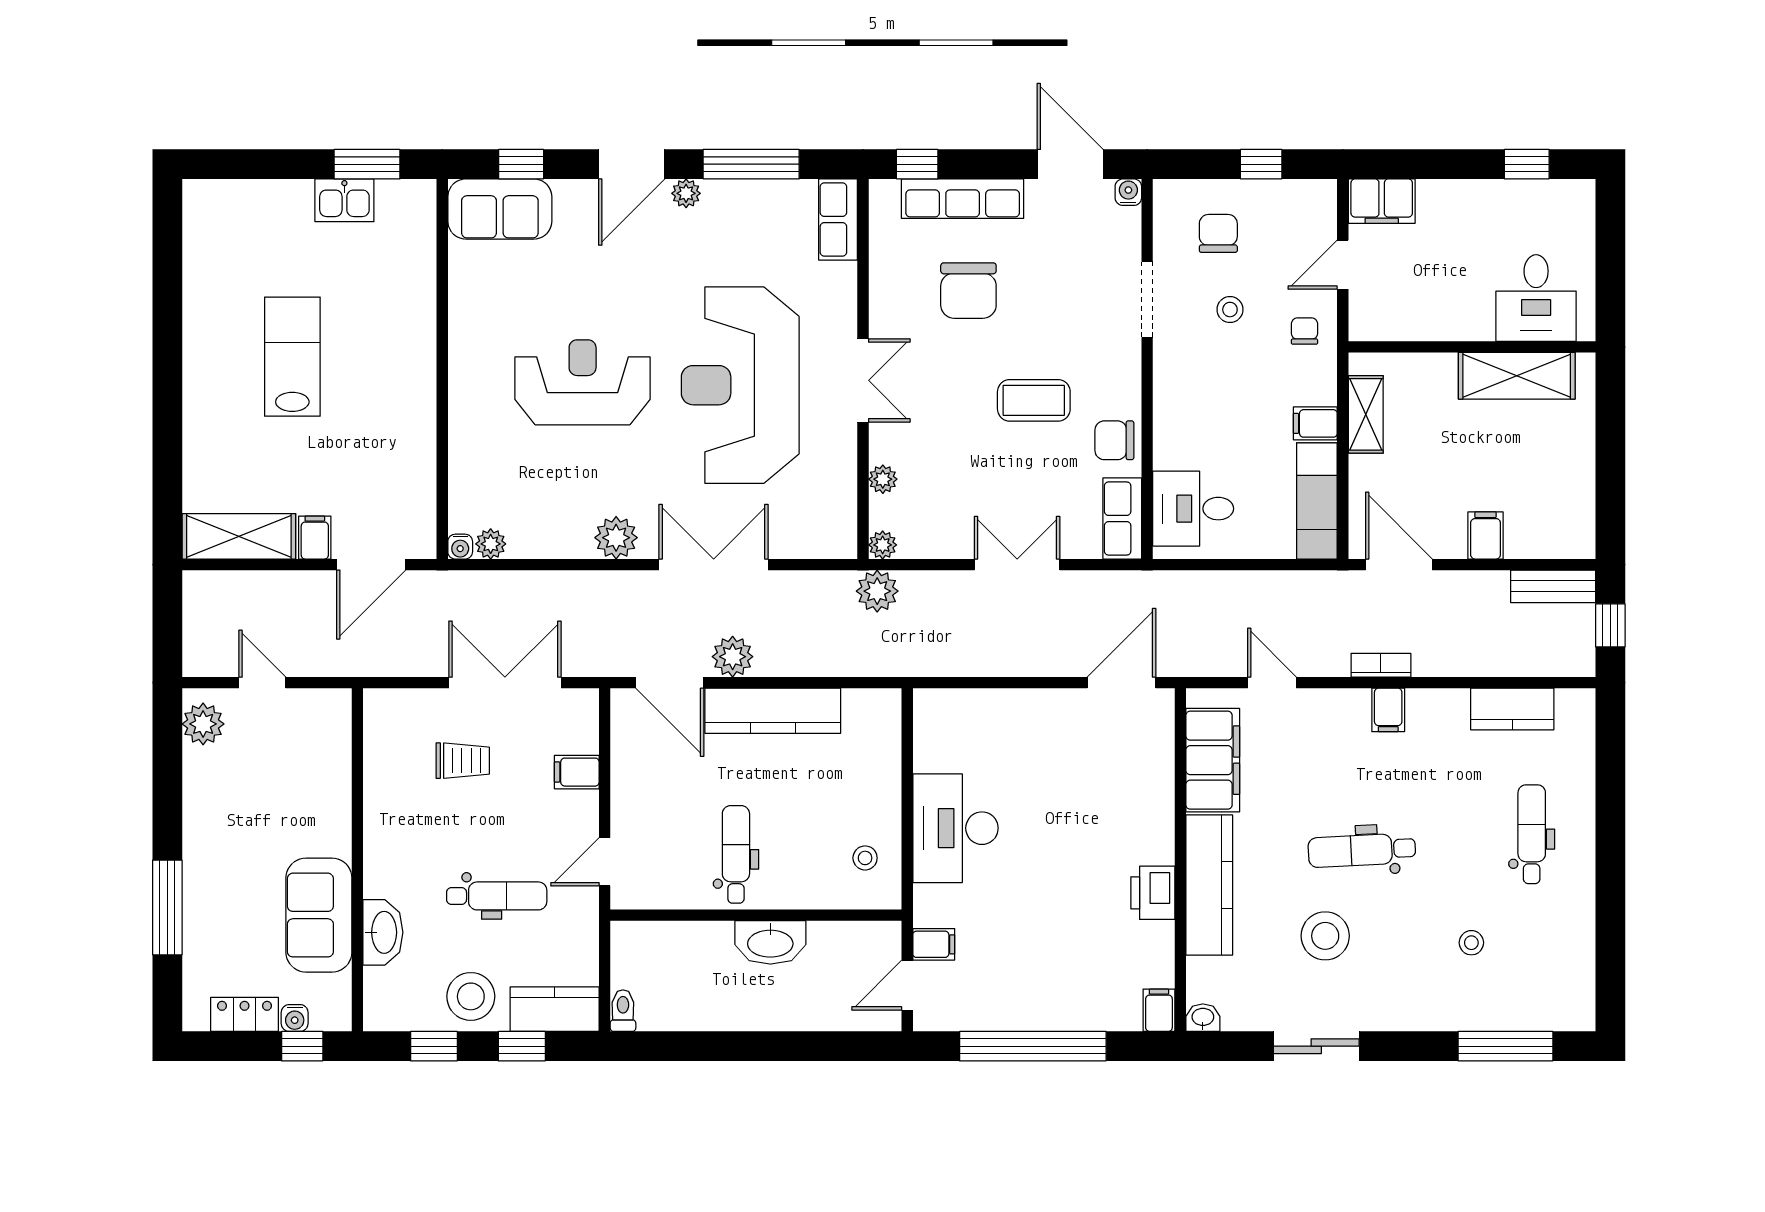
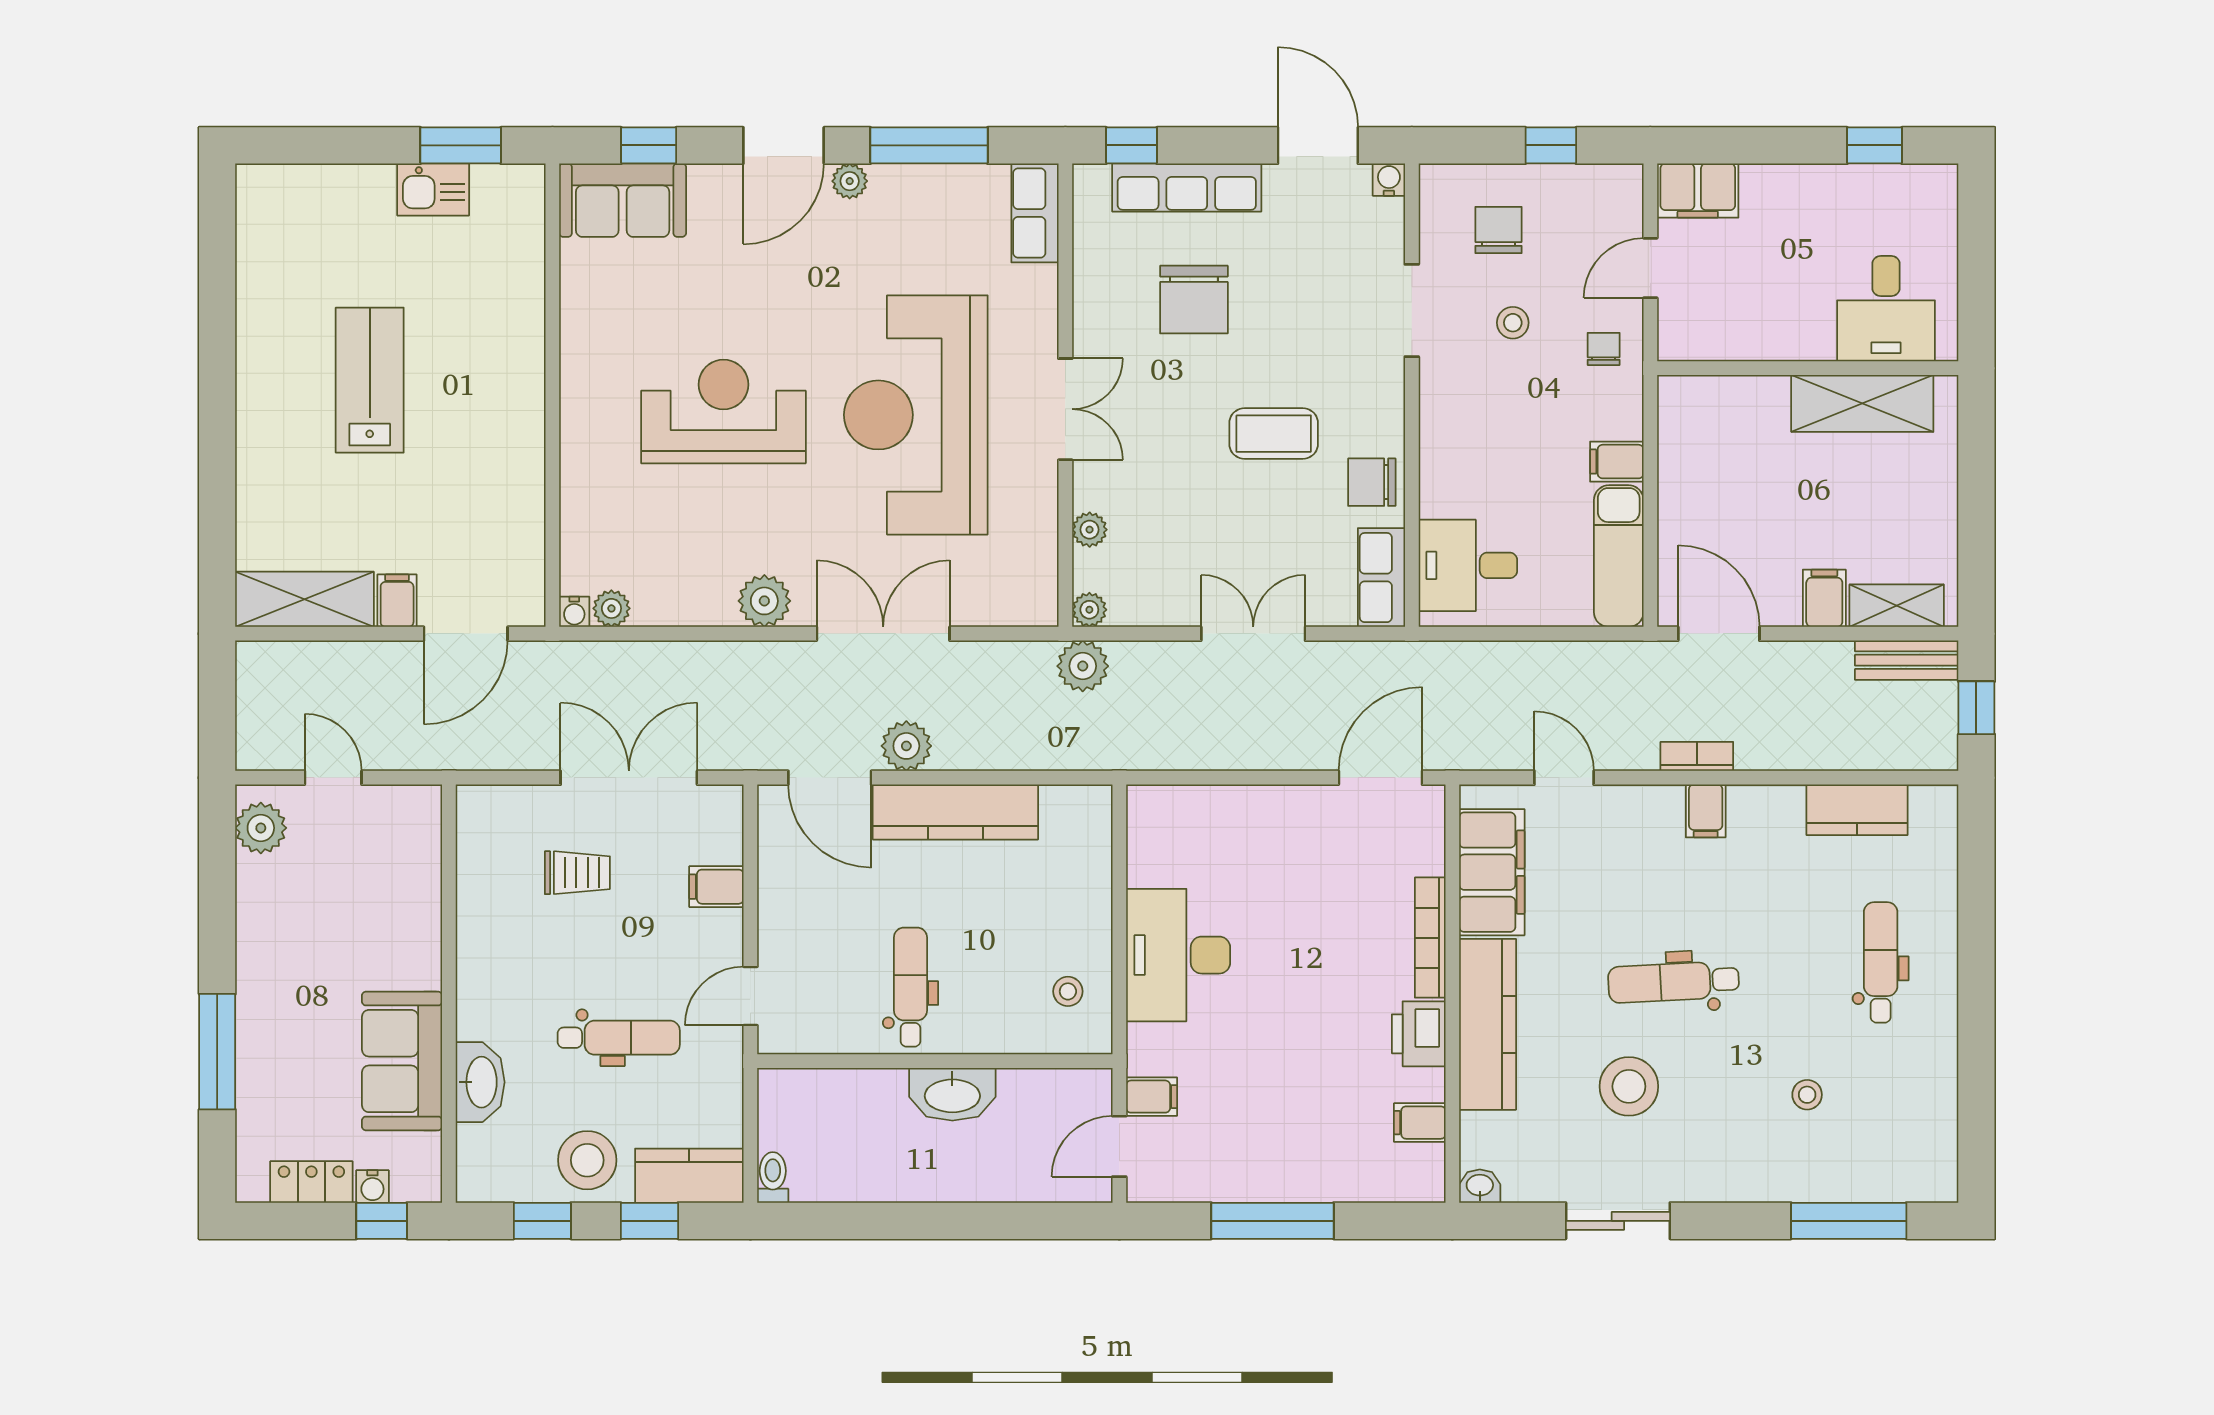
shelving: (1366, 414) -> (1897, 606), moved, turned 90
bookcase: (1162, 814) -> (1430, 938), added
filing cabinet: (1159, 1010) -> (1420, 1123), moved, turned -90
window: (1033, 1046) -> (1272, 1221), width x0.68

